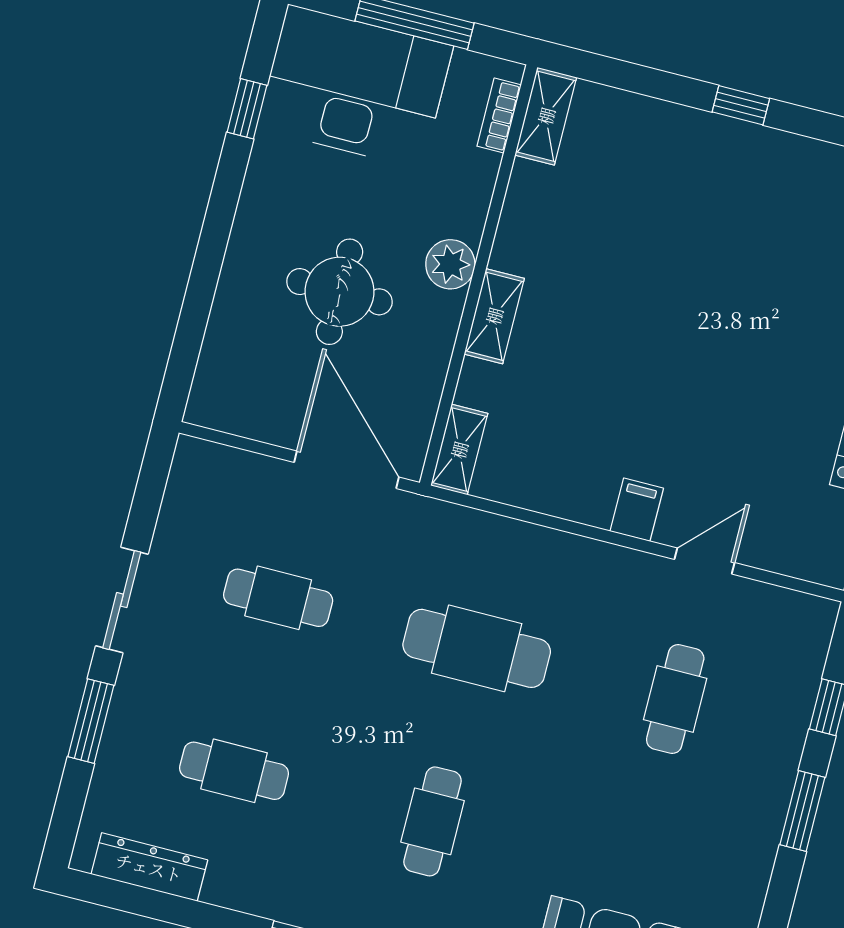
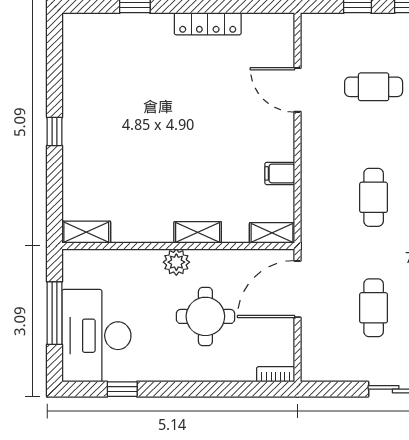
bookcase: (499, 116) -> (276, 374), moved, turned 180
filing cabinet: (637, 510) -> (280, 173), moved
door: (705, 561) -> (298, 90), width x1.38
cafe table: (477, 648) -> (374, 197), width x0.73, depth x0.74

